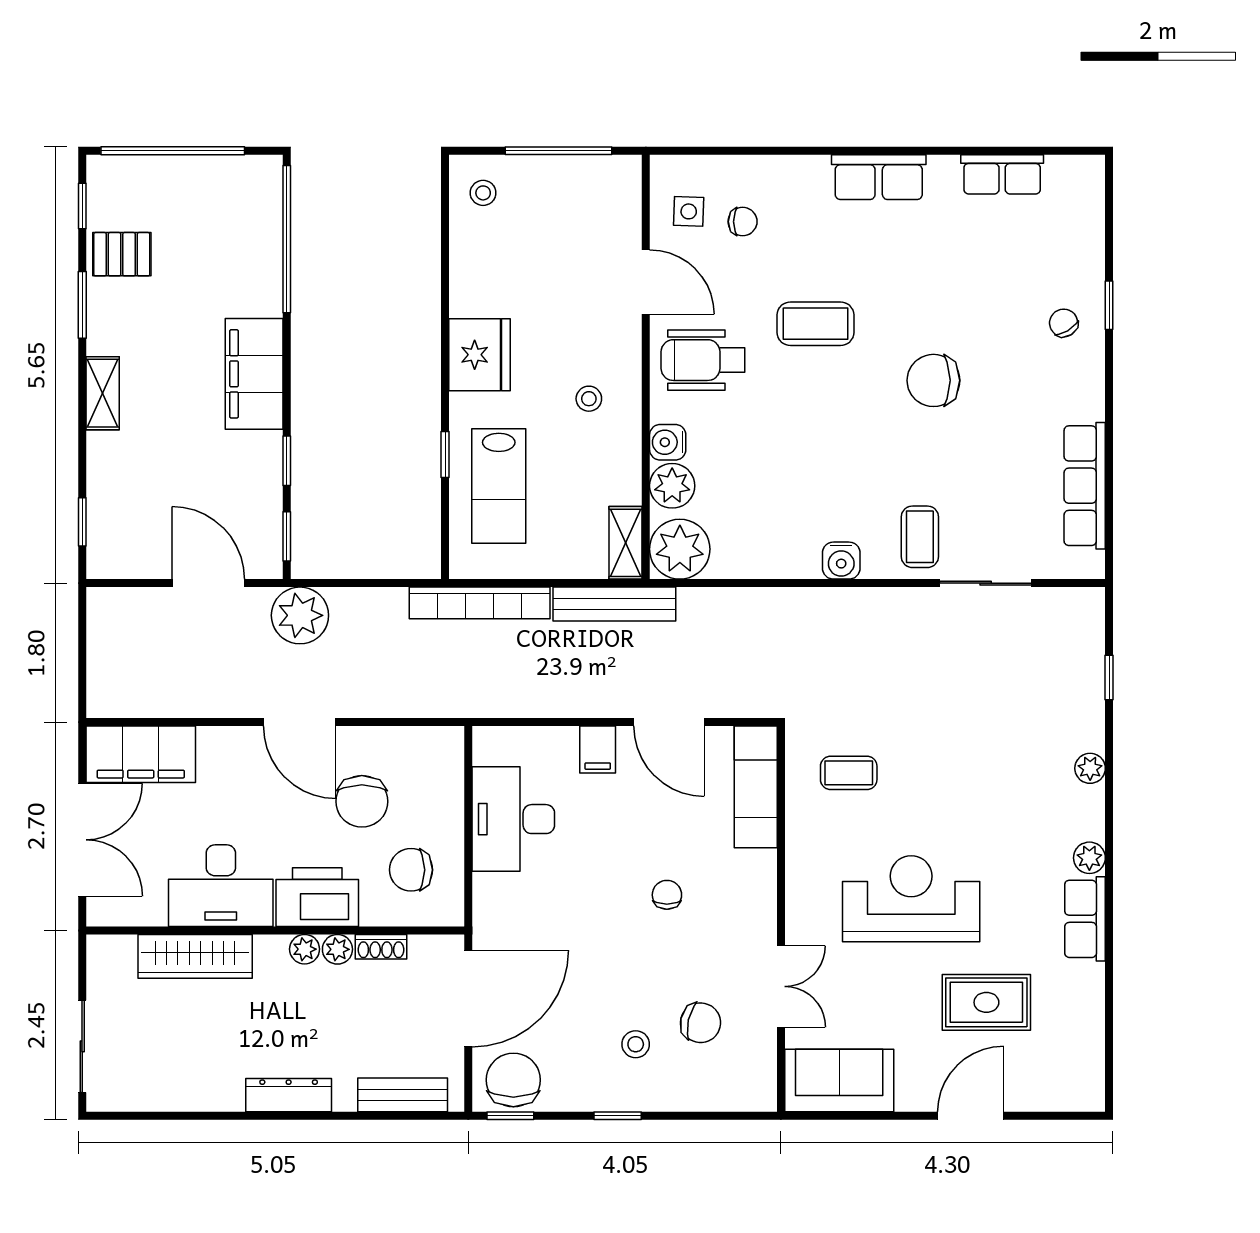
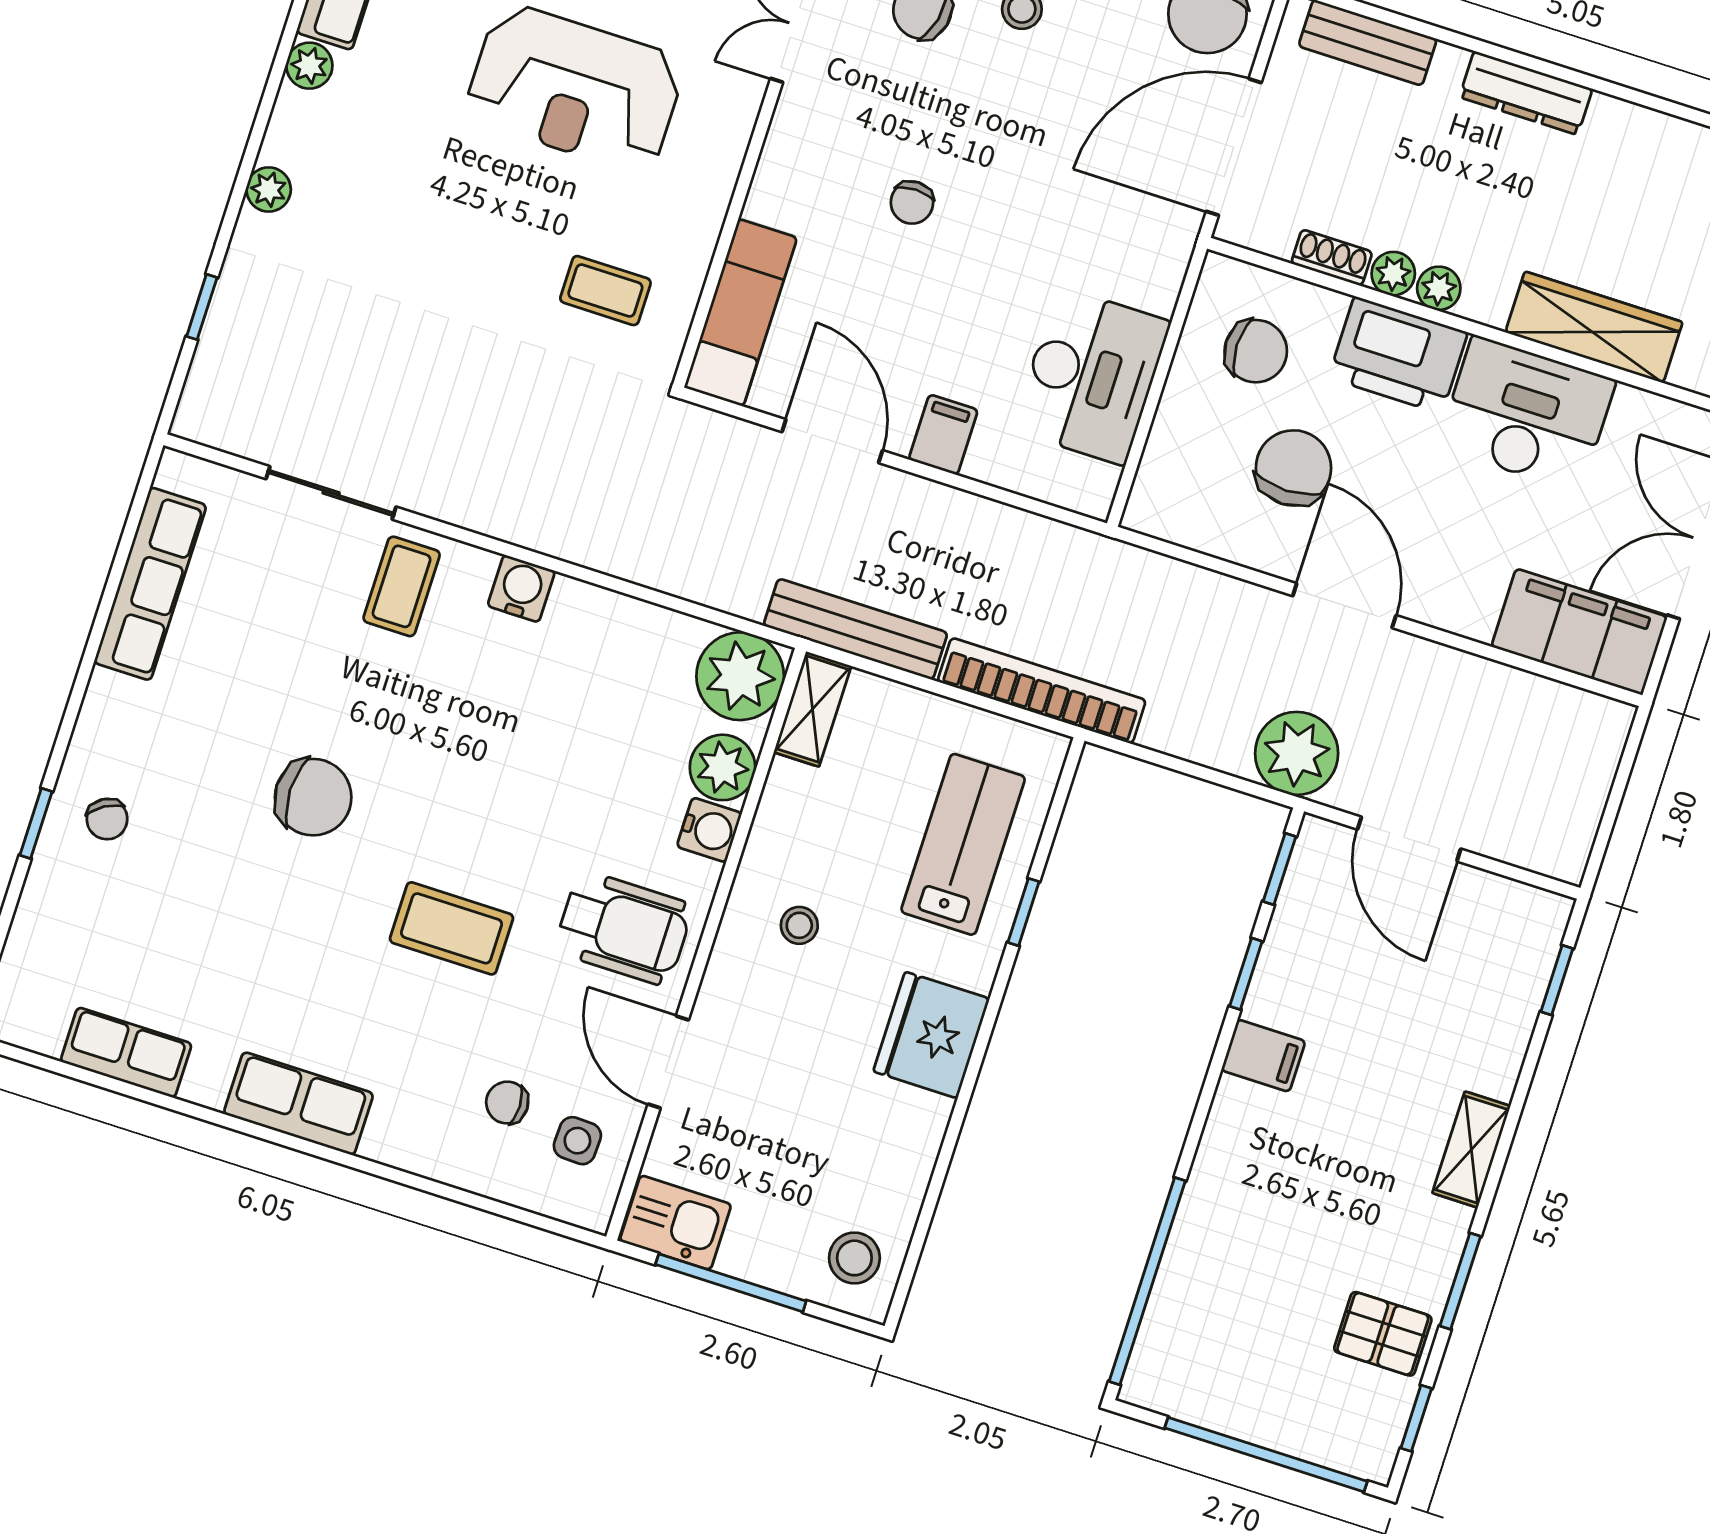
kitchen sink: (607, 178) -> (675, 1223), added
stool: (483, 193) -> (854, 1258), width x1.37, depth x1.37
filing cabinet: (254, 374) -> (1263, 1056), width x0.33, depth x0.86

